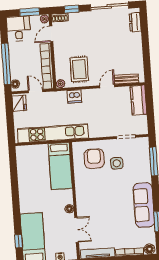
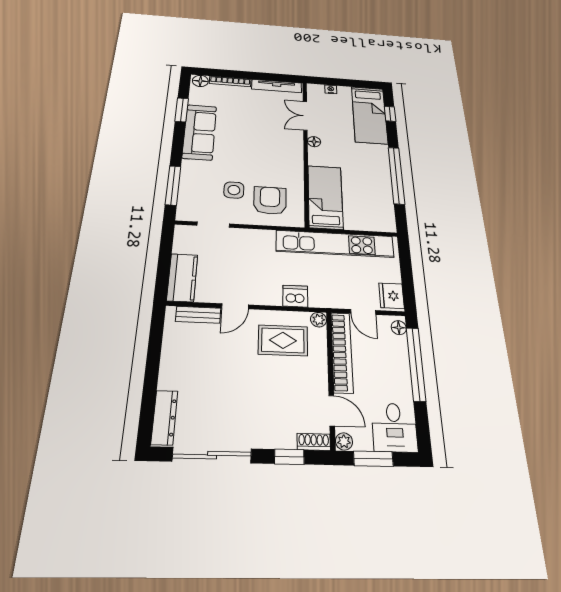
dresser: (135, 22) -> (164, 417), width x1.44
door: (51, 34) -> (332, 411), hinge flipped
rug: (79, 69) -> (283, 340), turned 90
armchair: (94, 159) -> (270, 201), turned 180
window: (15, 189) -> (396, 175), added

